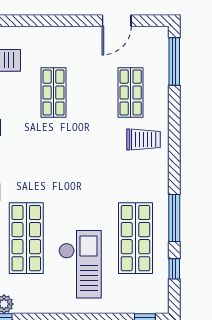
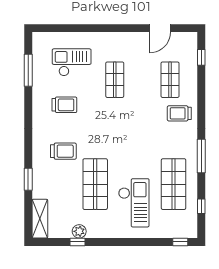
window: (174, 62) -> (201, 57), width x0.46
trolley: (144, 140) -> (179, 113), turned 180
window: (174, 218) -> (201, 156), moved

